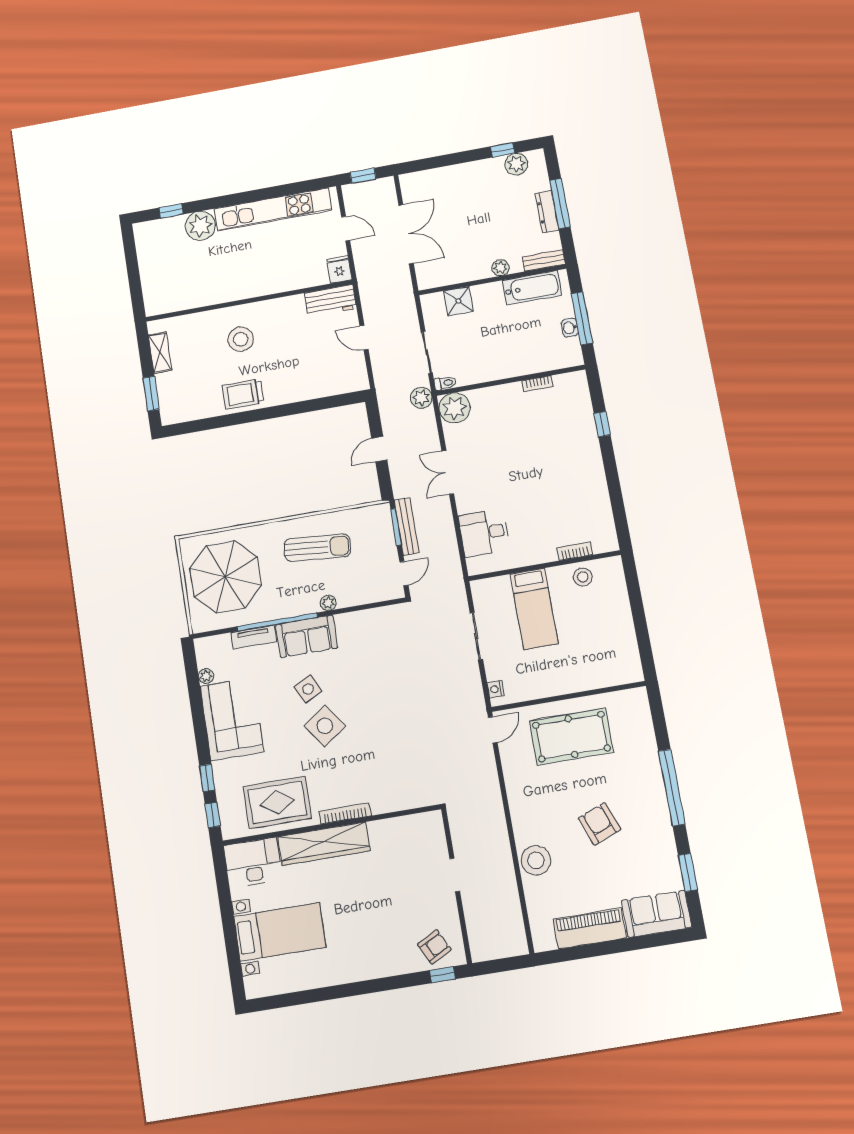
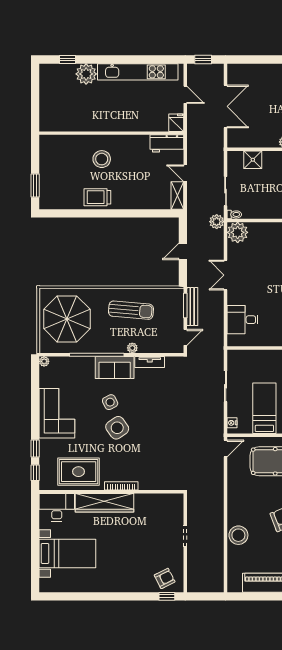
shelving: (160, 353) -> (177, 196), moved
bed: (534, 609) -> (264, 408), moved, turned 180
tv unit: (254, 637) -> (150, 362), moved
plant: (206, 676) -> (44, 361), moved

